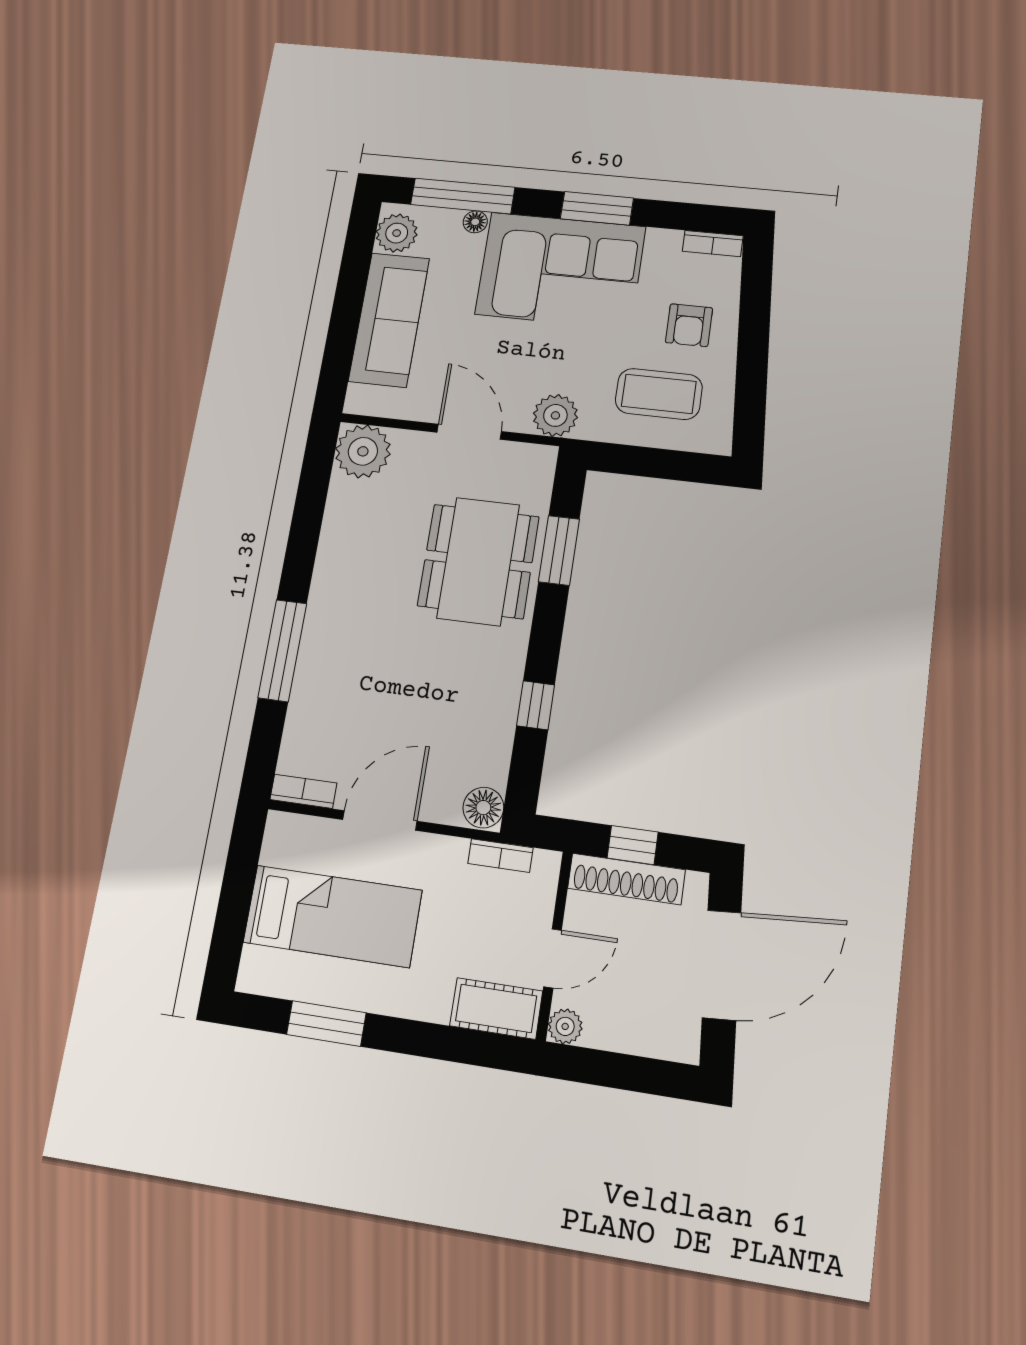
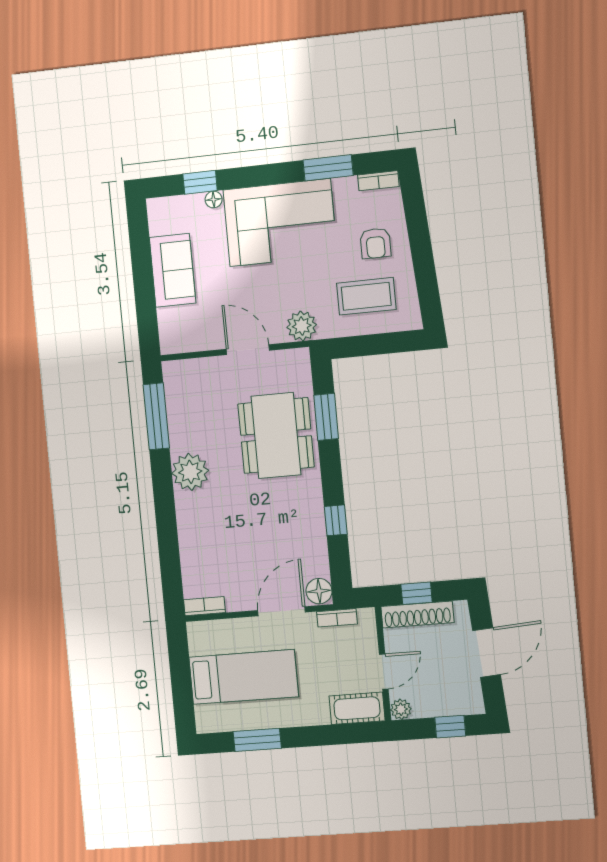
window: (463, 196) -> (200, 182), width x0.46
window: (597, 208) -> (328, 168), moved
plant: (397, 233) -> (162, 219), removed
sofa: (389, 320) -> (173, 270), width x0.73
plant: (363, 451) -> (190, 472), moved
window: (282, 650) -> (156, 416), moved
door: (380, 820) -> (281, 611), moved
door: (722, 965) -> (487, 653), width x0.73
window: (637, 1074) -> (450, 727), added

